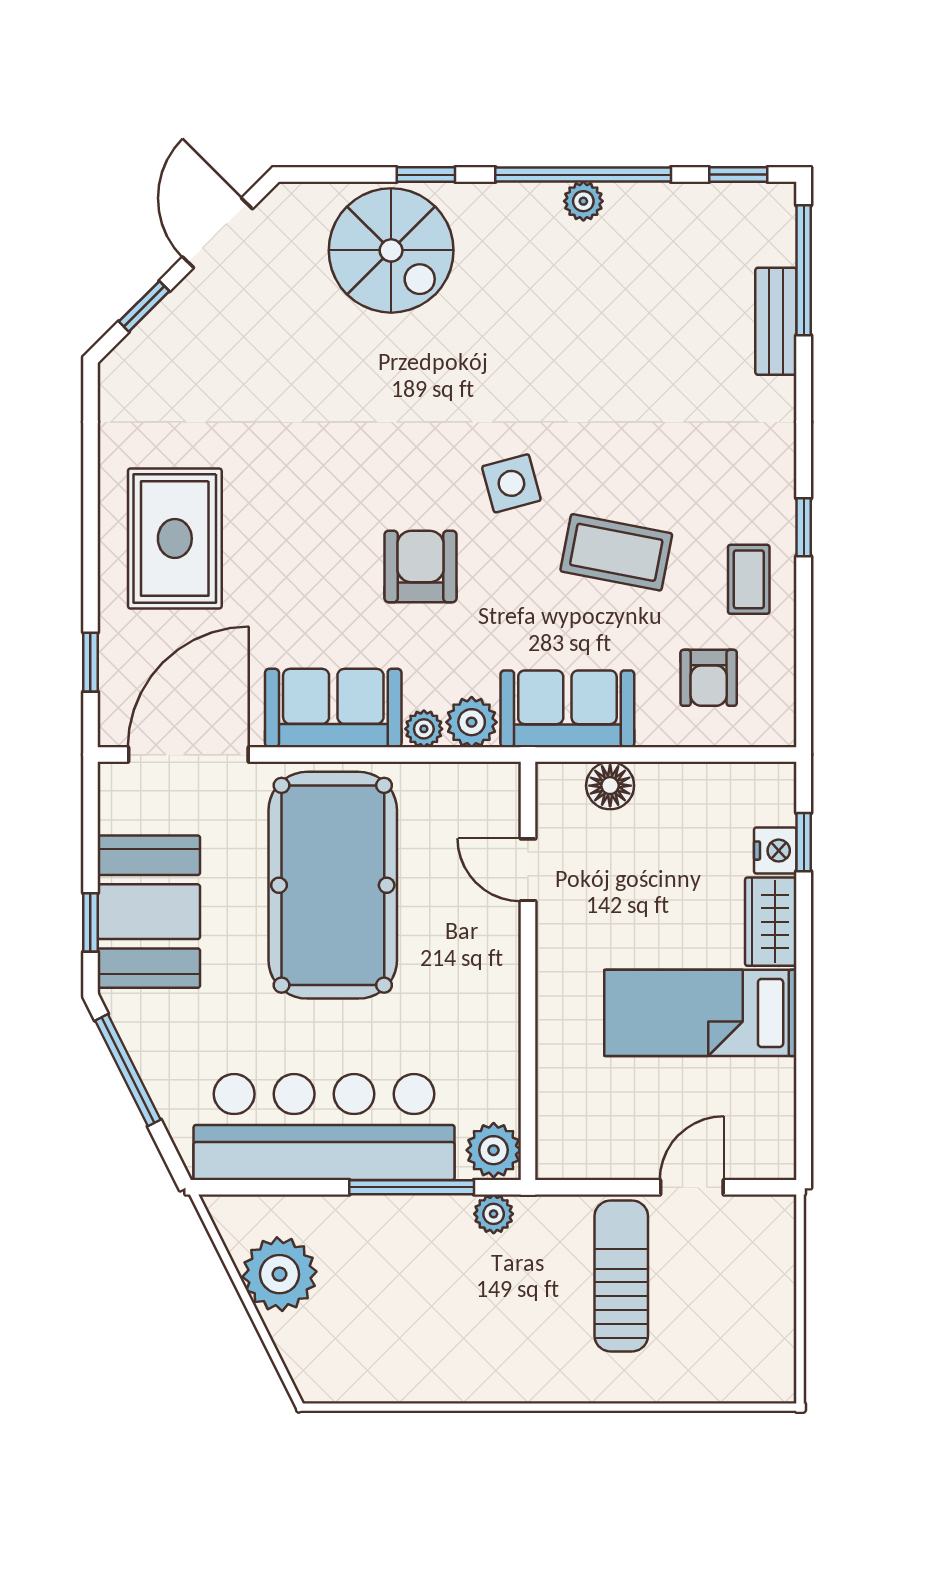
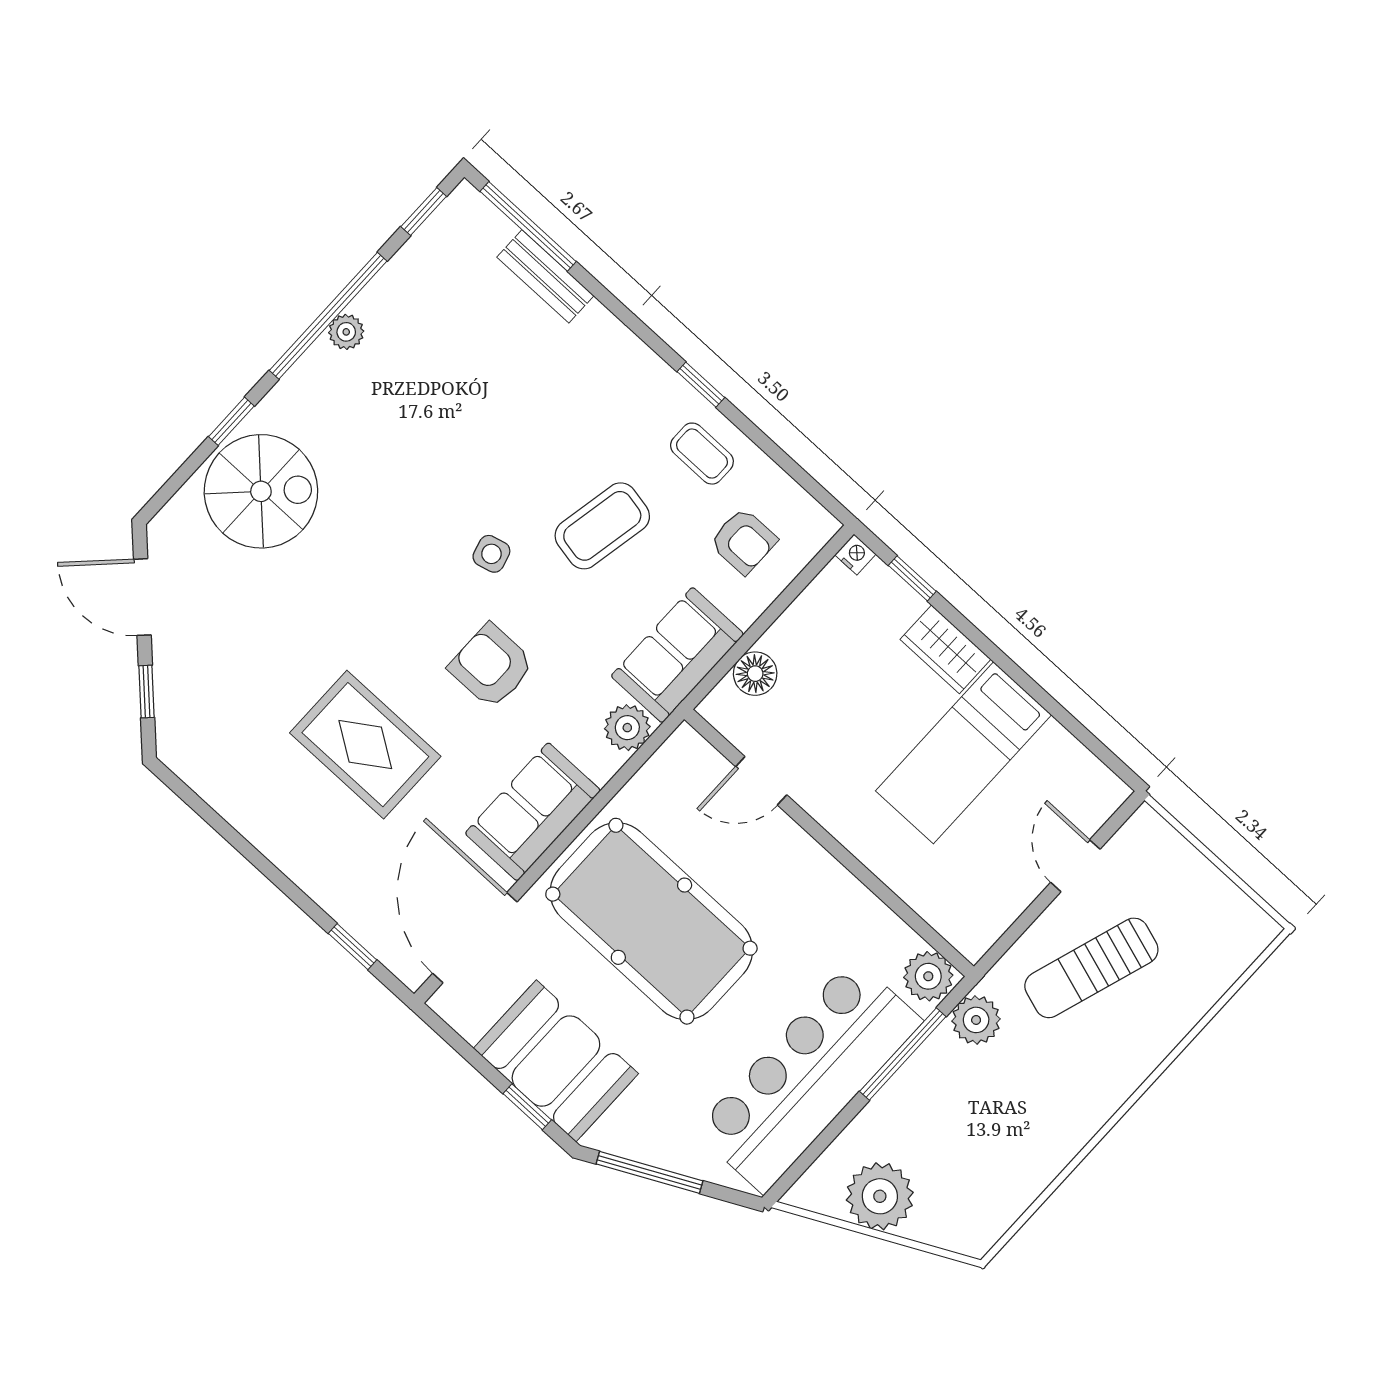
side table: (511, 483) -> (491, 554), width x0.73, depth x0.73
rug: (175, 538) -> (365, 745), moved
plant: (424, 729) -> (602, 764), removed
nightstand: (775, 851) -> (855, 554), moved, width x0.72, depth x0.74
plant: (494, 1214) -> (976, 1020), width x1.38, depth x1.38
sun lounger: (621, 1276) -> (1091, 968), turned -72

